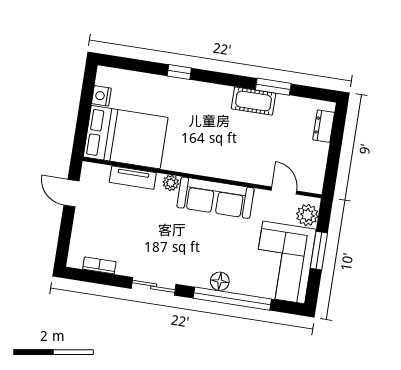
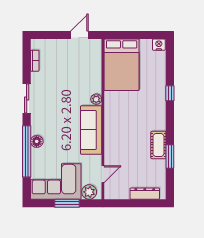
nightstand: (101, 96) -> (159, 45), moved
dresser: (324, 126) -> (145, 194), width x1.44
tv unit: (133, 178) -> (96, 74), removed

